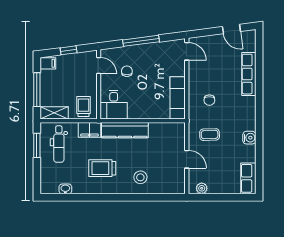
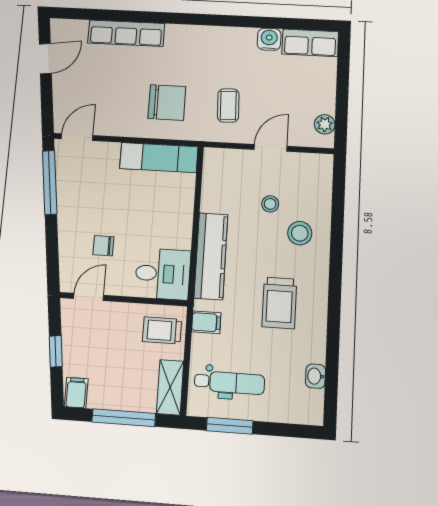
window: (141, 41) -> (50, 182), moved
chair: (209, 100) -> (167, 103), width x1.87, depth x1.87
filing cabinet: (89, 130) -> (206, 322), width x0.50
water cooler: (249, 138) -> (269, 39), moved
stool: (155, 161) -> (270, 204), added

